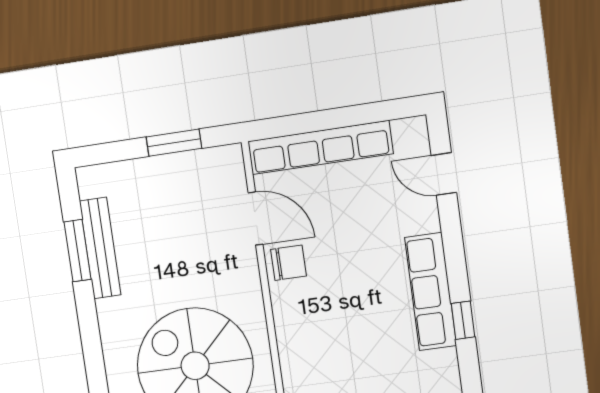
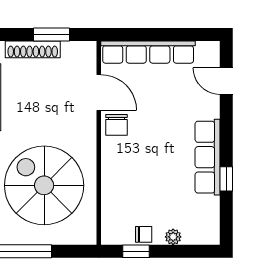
shoe rack: (150, 169) -> (33, 49), added
chair: (289, 263) -> (117, 125), turned 90

